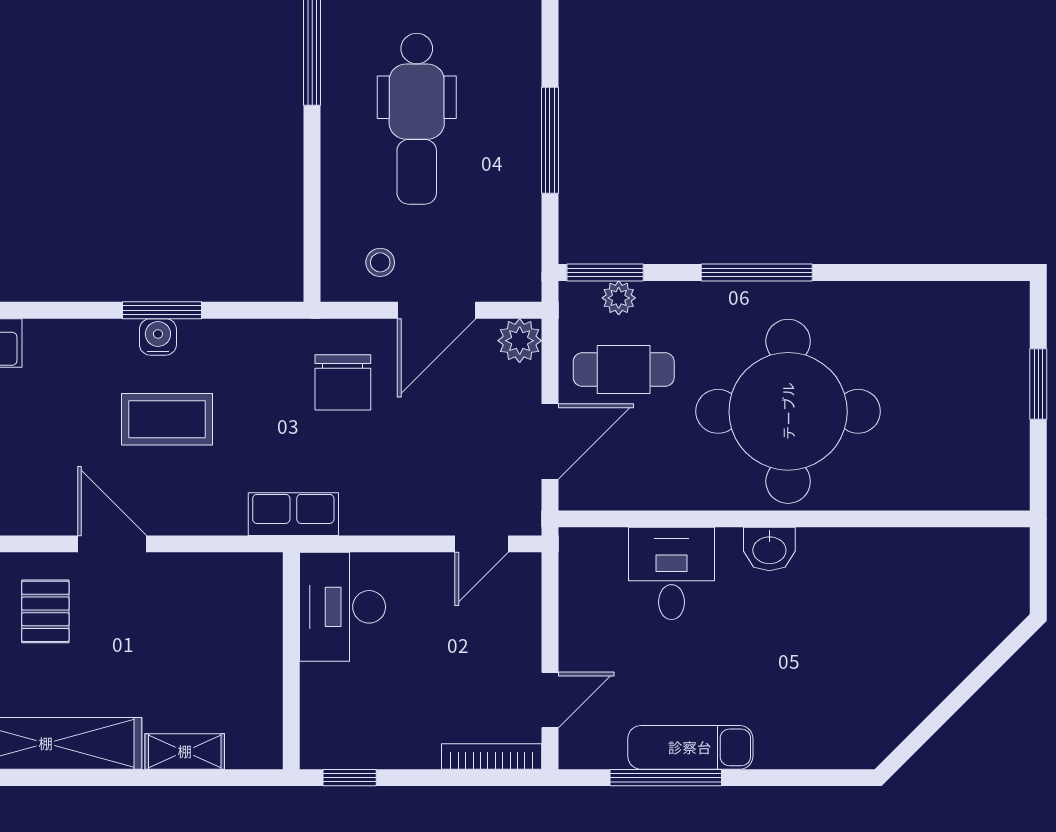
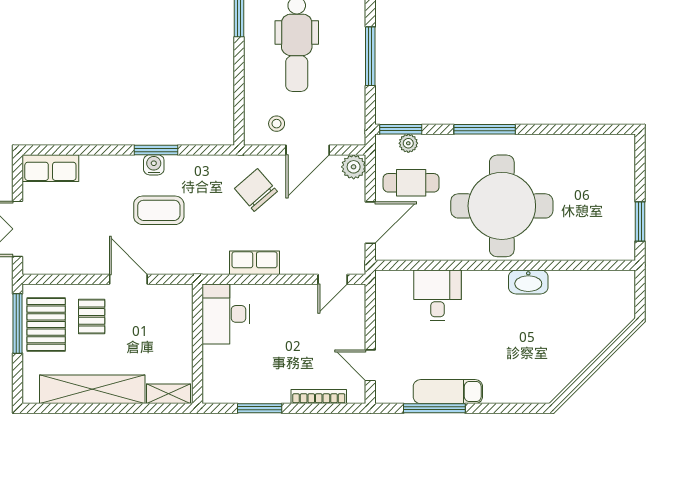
chair: (343, 382) -> (256, 190), turned 139
window: (1038, 384) -> (640, 221), moved
row of seats: (293, 514) -> (255, 263), moved
washbasin: (769, 549) -> (528, 282), moved, width x1.38
desk: (342, 607) -> (226, 314), moved
wall: (291, 661) -> (197, 344), moved
door: (550, 700) -> (370, 365), swing flipped
bookcase: (492, 756) -> (319, 397), moved
window: (350, 778) -> (260, 408), width x1.50

